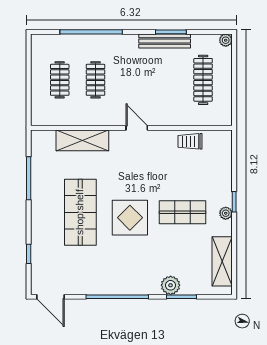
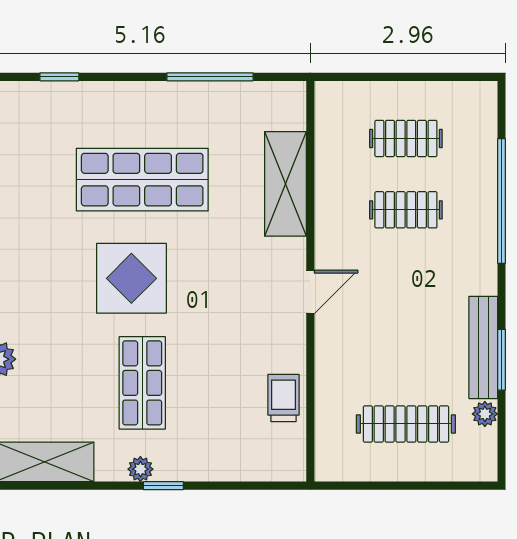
plant: (226, 40) -> (485, 414), moved

